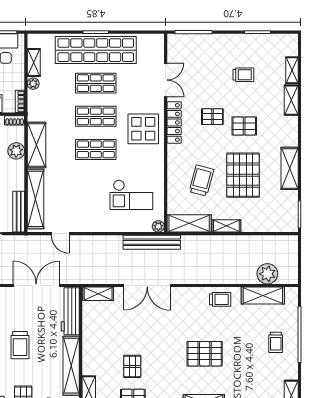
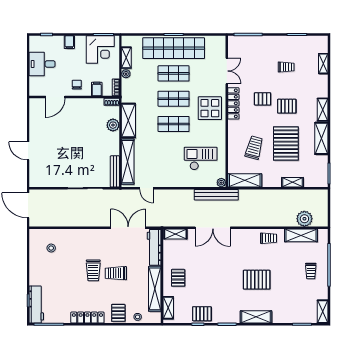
shelving: (291, 100) -> (323, 110), moved
checkout: (131, 195) -> (201, 159), turned 180
shelving: (226, 226) -> (293, 182), moved
trolley: (20, 345) -> (116, 273), turned 90
pallet: (132, 366) -> (178, 278), moved

